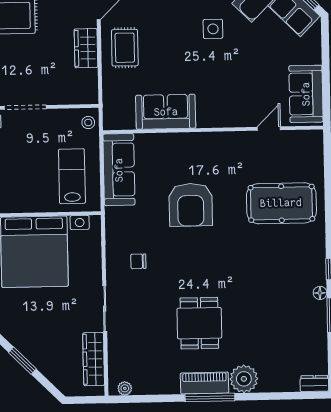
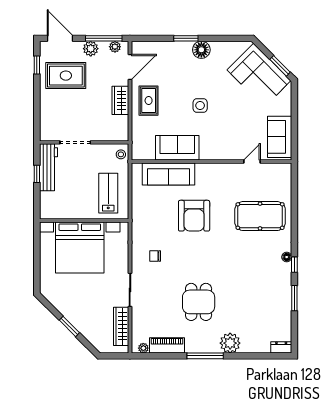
side table: (213, 29) -> (200, 106), moved
sofa: (119, 170) -> (168, 174), moved, turned 90
floor lamp: (320, 293) -> (287, 257), moved
piano: (205, 383) -> (167, 345), moved

